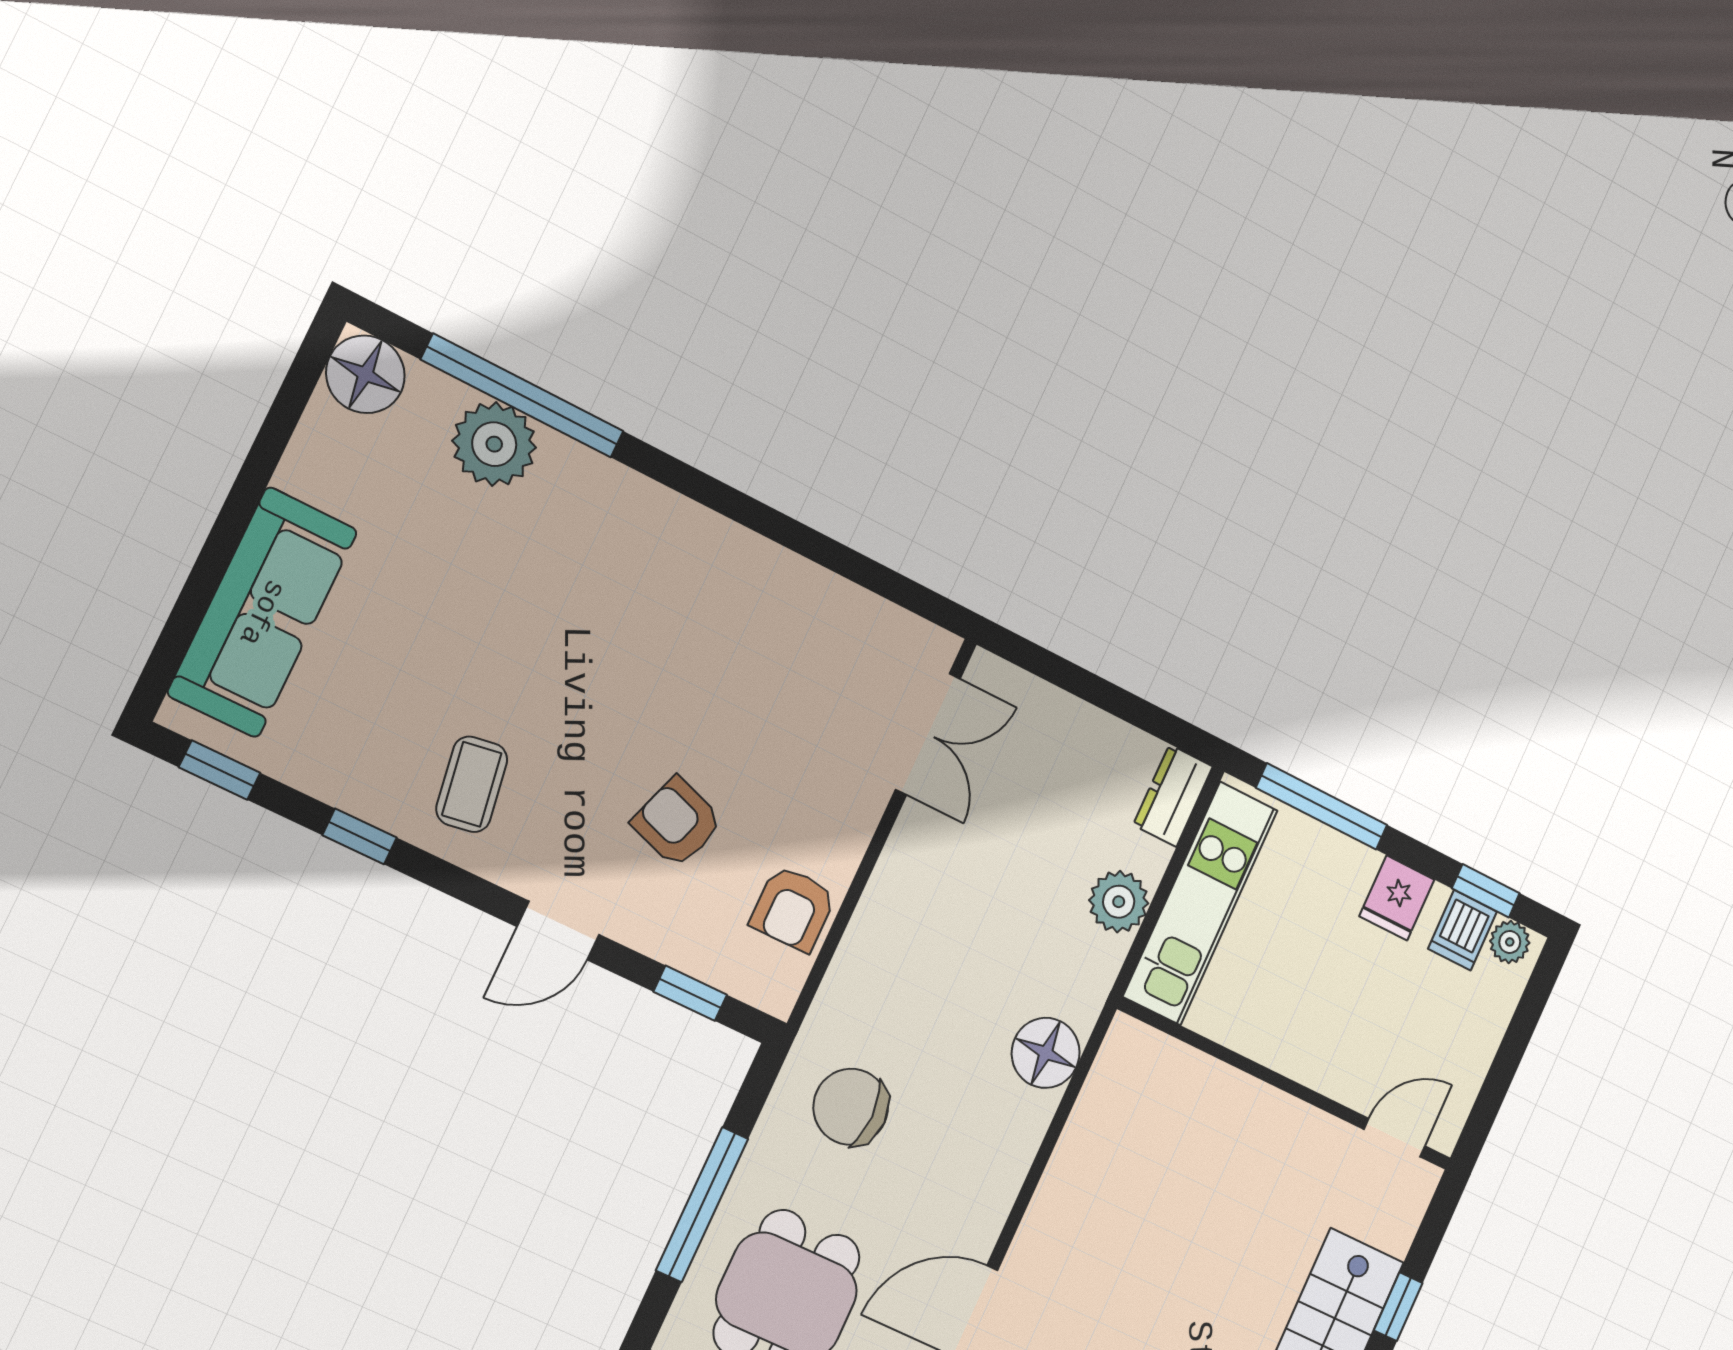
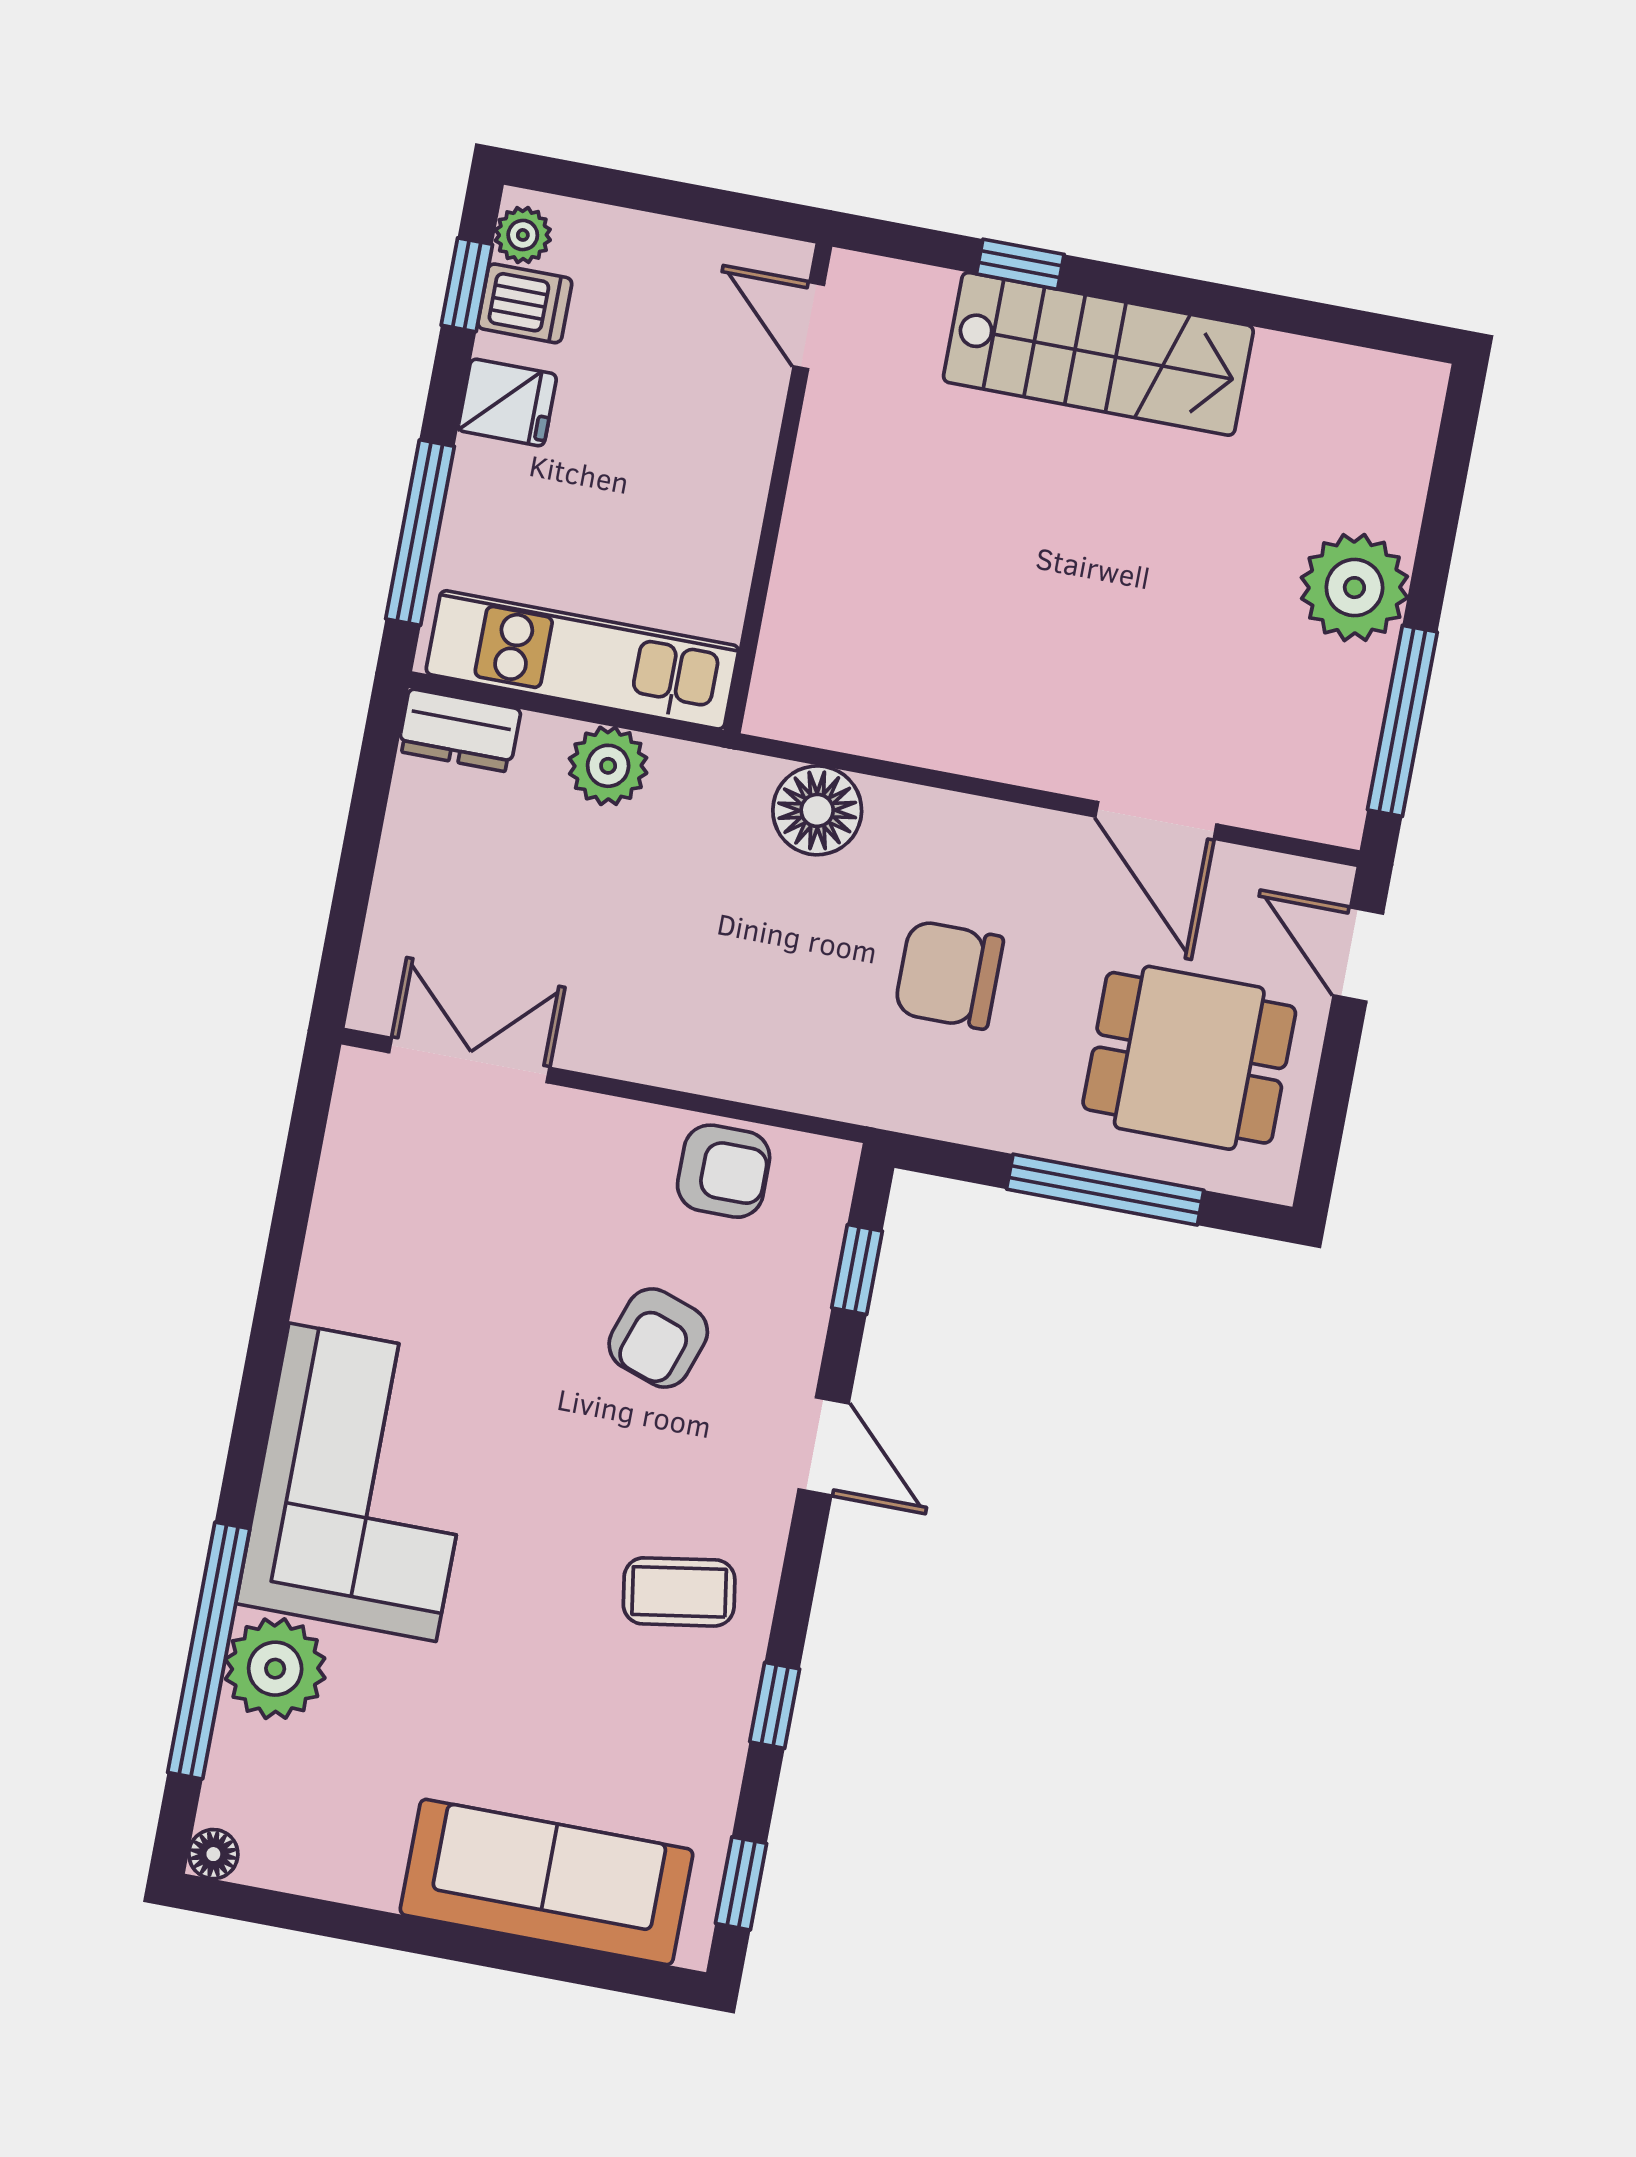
floor lamp: (365, 374) -> (213, 1854), width x0.53, depth x0.53
corner sofa: (625, 557) -> (362, 1482), added
chair: (851, 1107) -> (949, 975), moved, turned 90

